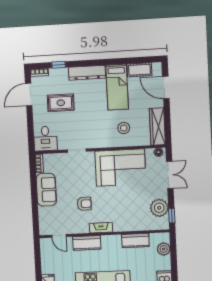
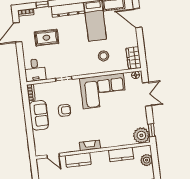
wardrobe: (157, 127) -> (134, 58), width x0.67
armchair: (84, 204) -> (64, 110), moved
plant: (159, 208) -> (141, 135), moved

